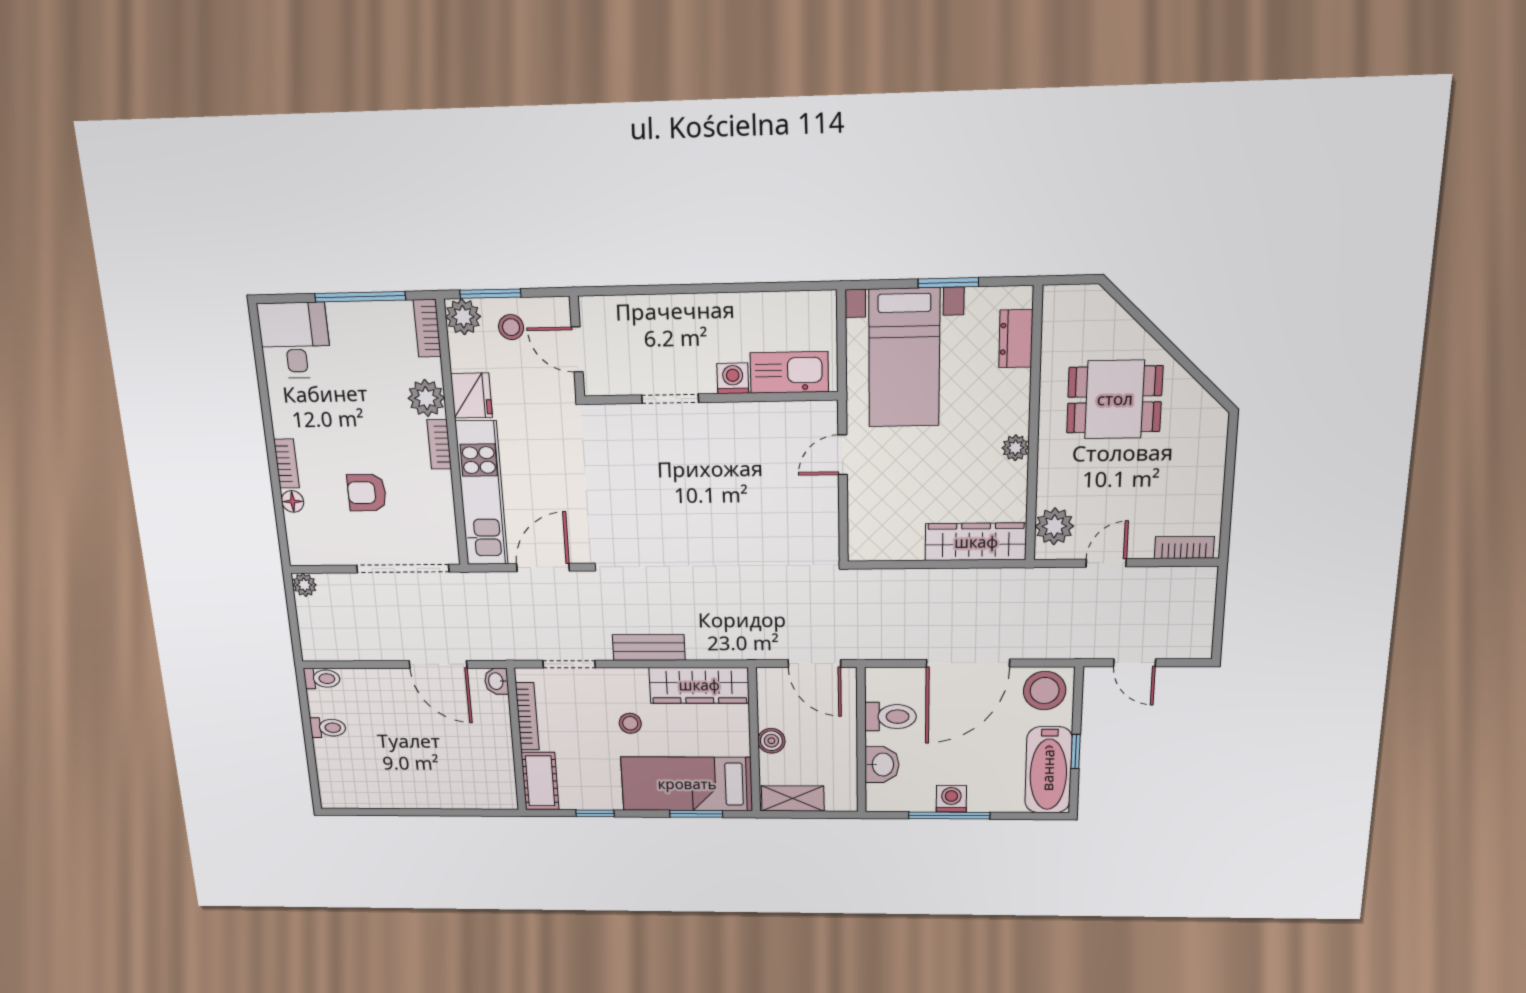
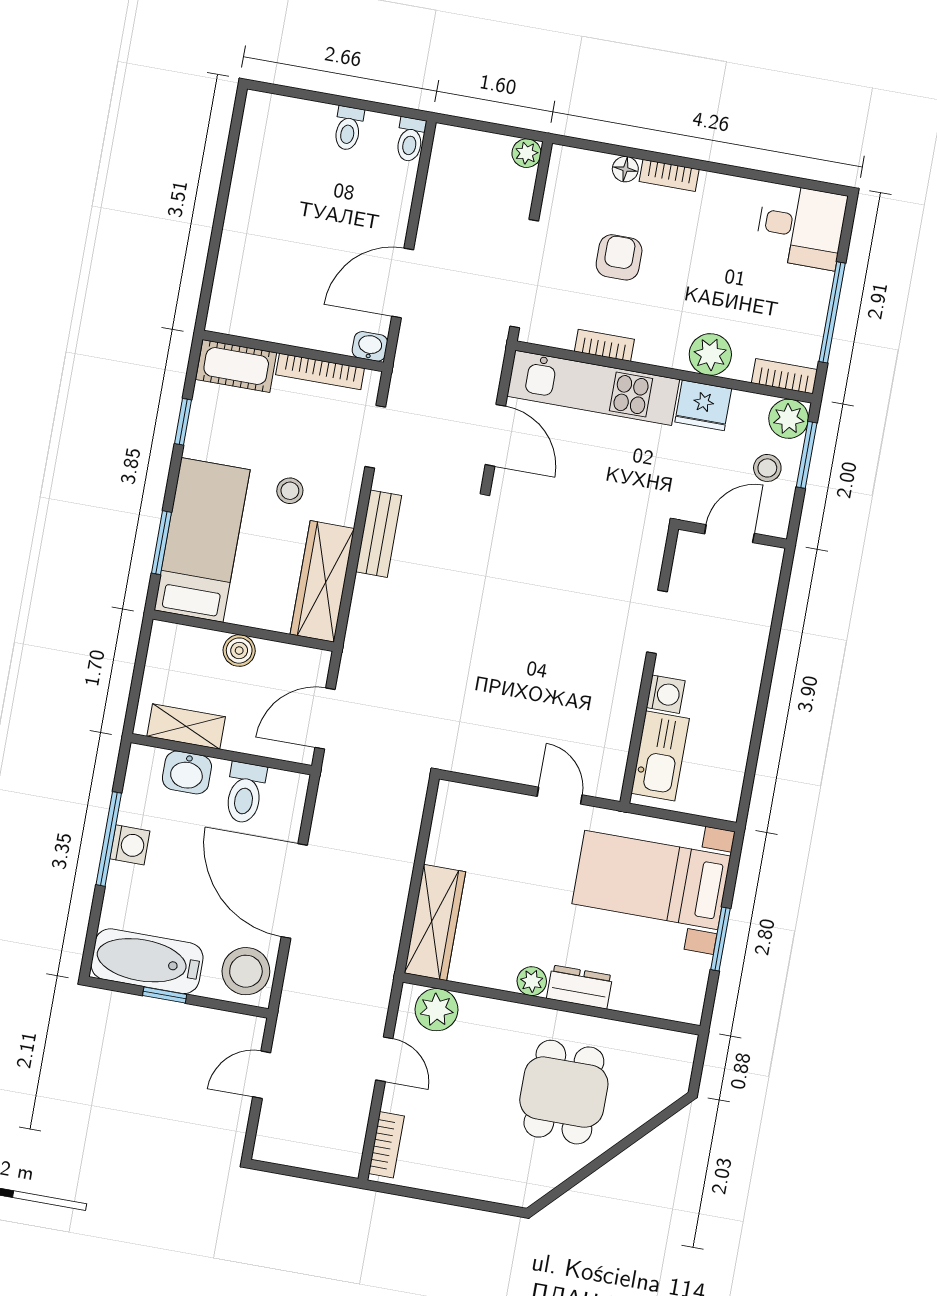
dresser: (1016, 339) -> (580, 987), moved
bookcase: (439, 444) -> (604, 345), moved
shelving: (793, 798) -> (186, 726), moved, turned 90

